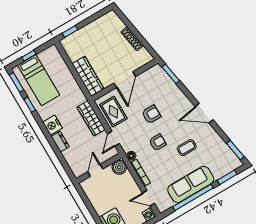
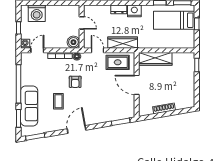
armchair: (151, 114) -> (99, 89), removed
sofa: (191, 184) -> (29, 106), moved

